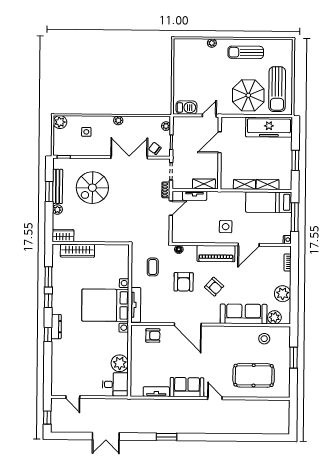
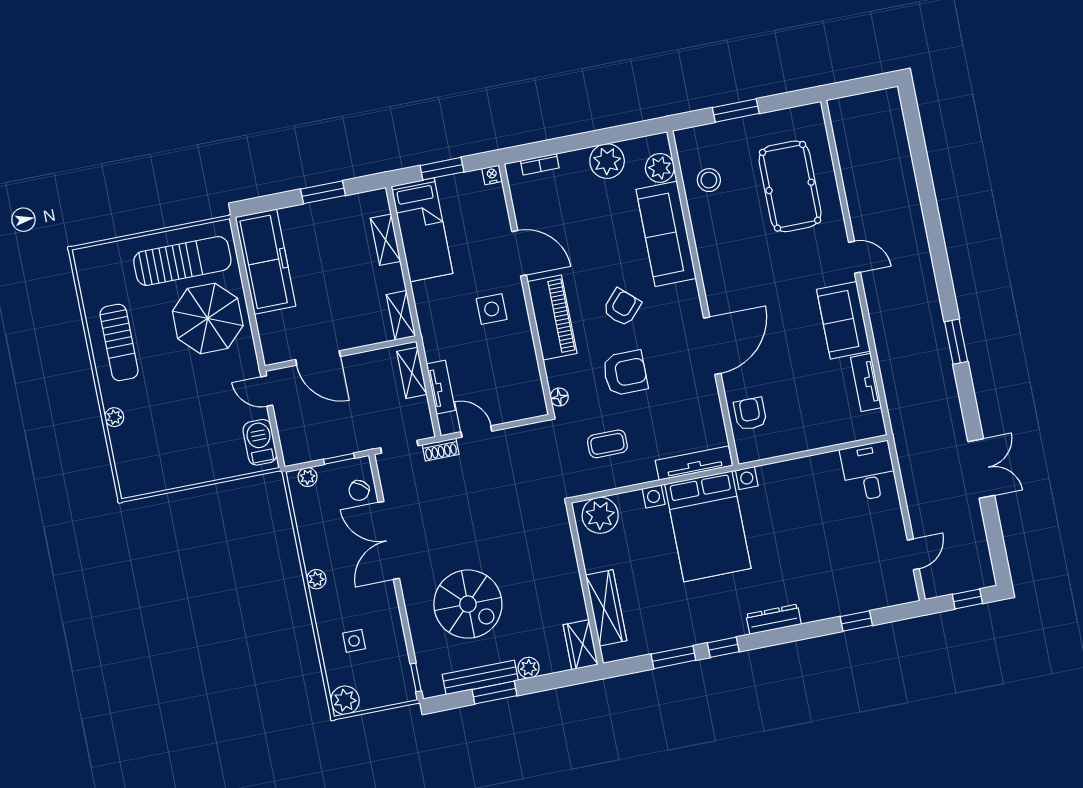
shelving: (244, 184) -> (401, 315), moved
window: (295, 217) -> (442, 169), width x0.69
window: (48, 335) -> (856, 621), moved
plant: (120, 363) -> (600, 515), moved
door: (215, 398) -> (855, 257), swing flipped

